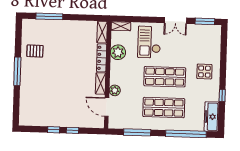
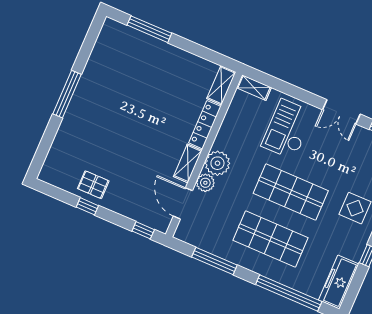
pallet: (35, 51) -> (93, 185), moved
plant: (118, 52) -> (217, 163), moved
window: (72, 130) -> (143, 230), moved

